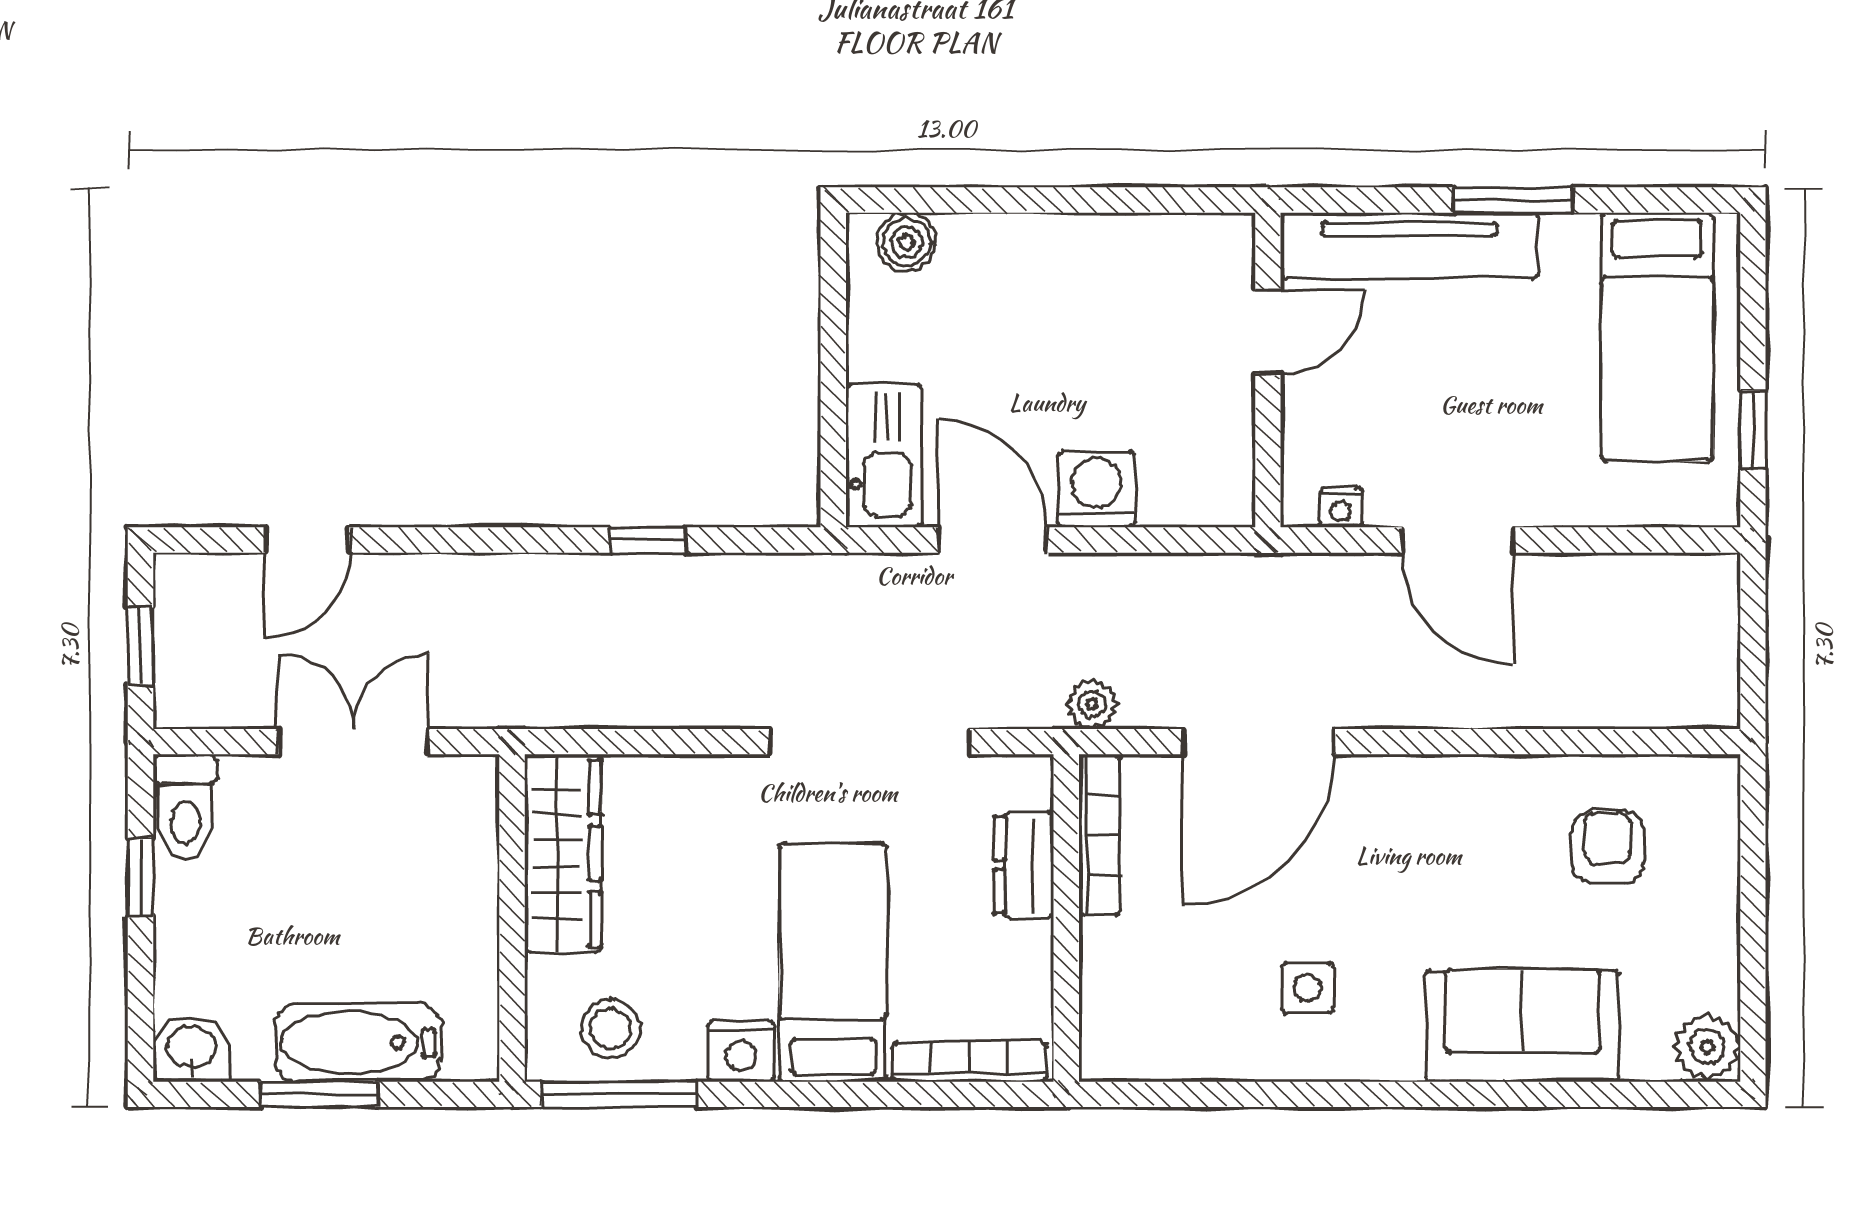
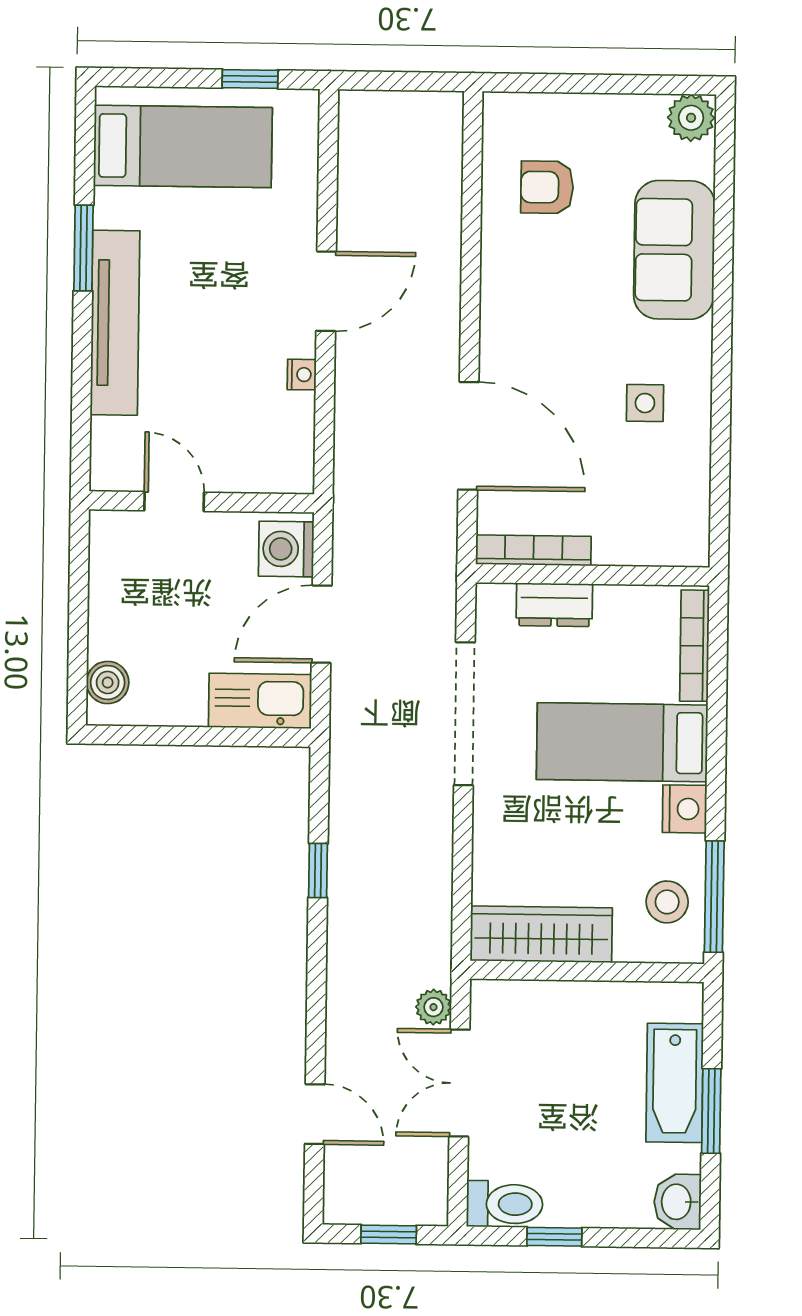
door: (1268, 332) -> (174, 501), moved
wall: (1268, 370) -> (202, 502), moved
plant: (1092, 704) -> (433, 1007), moved

